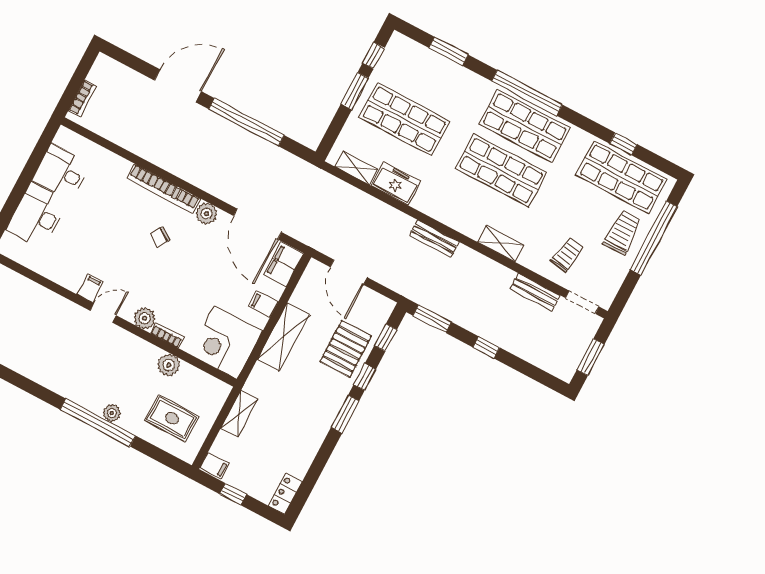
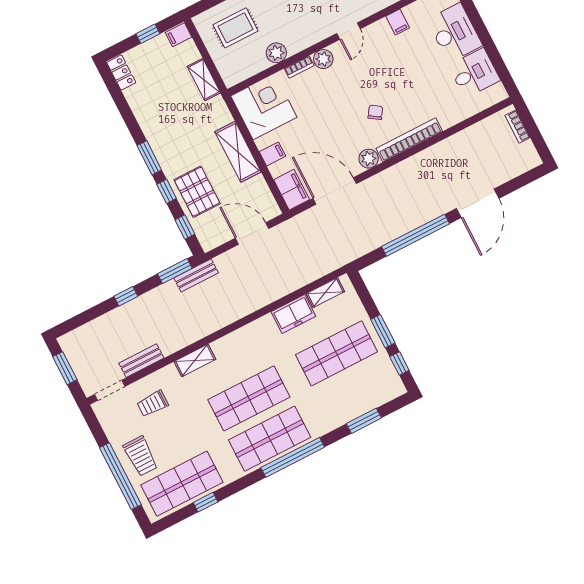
bench: (434, 239) -> (196, 275), moved
trolley: (567, 255) -> (153, 404), turned 80
filing cabinet: (90, 288) -> (398, 22), moved

